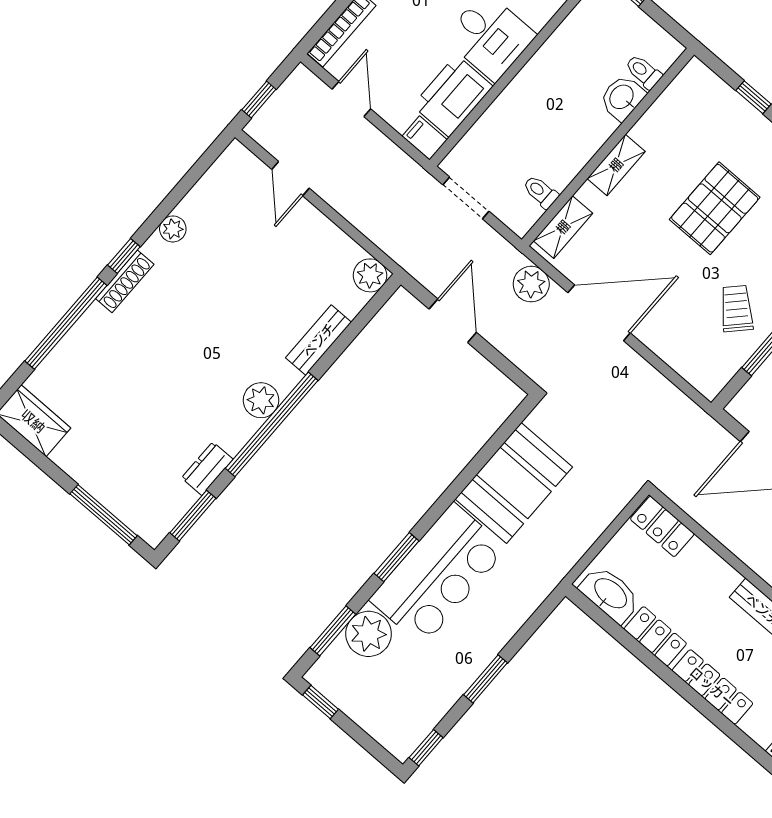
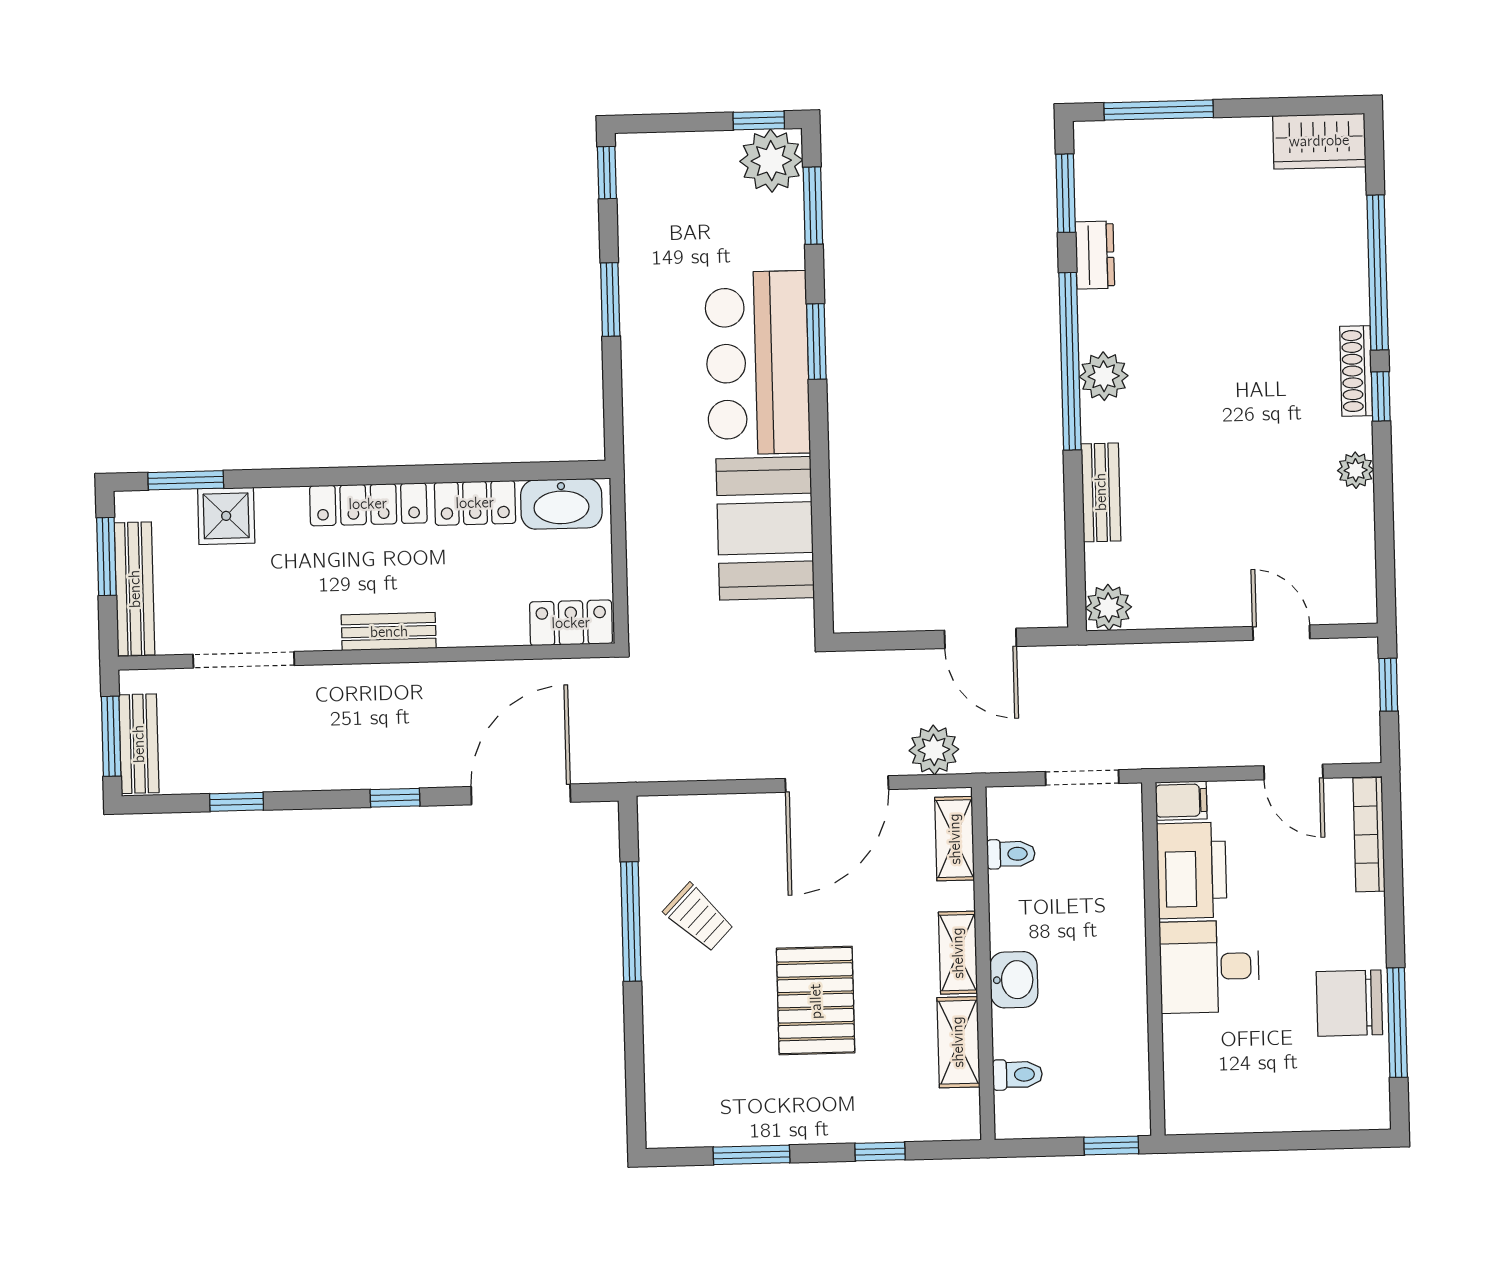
washbasin: (622, 98) -> (1014, 980), moved
shelving: (659, 117) -> (958, 1042), added
plant: (369, 634) -> (771, 161), moved

